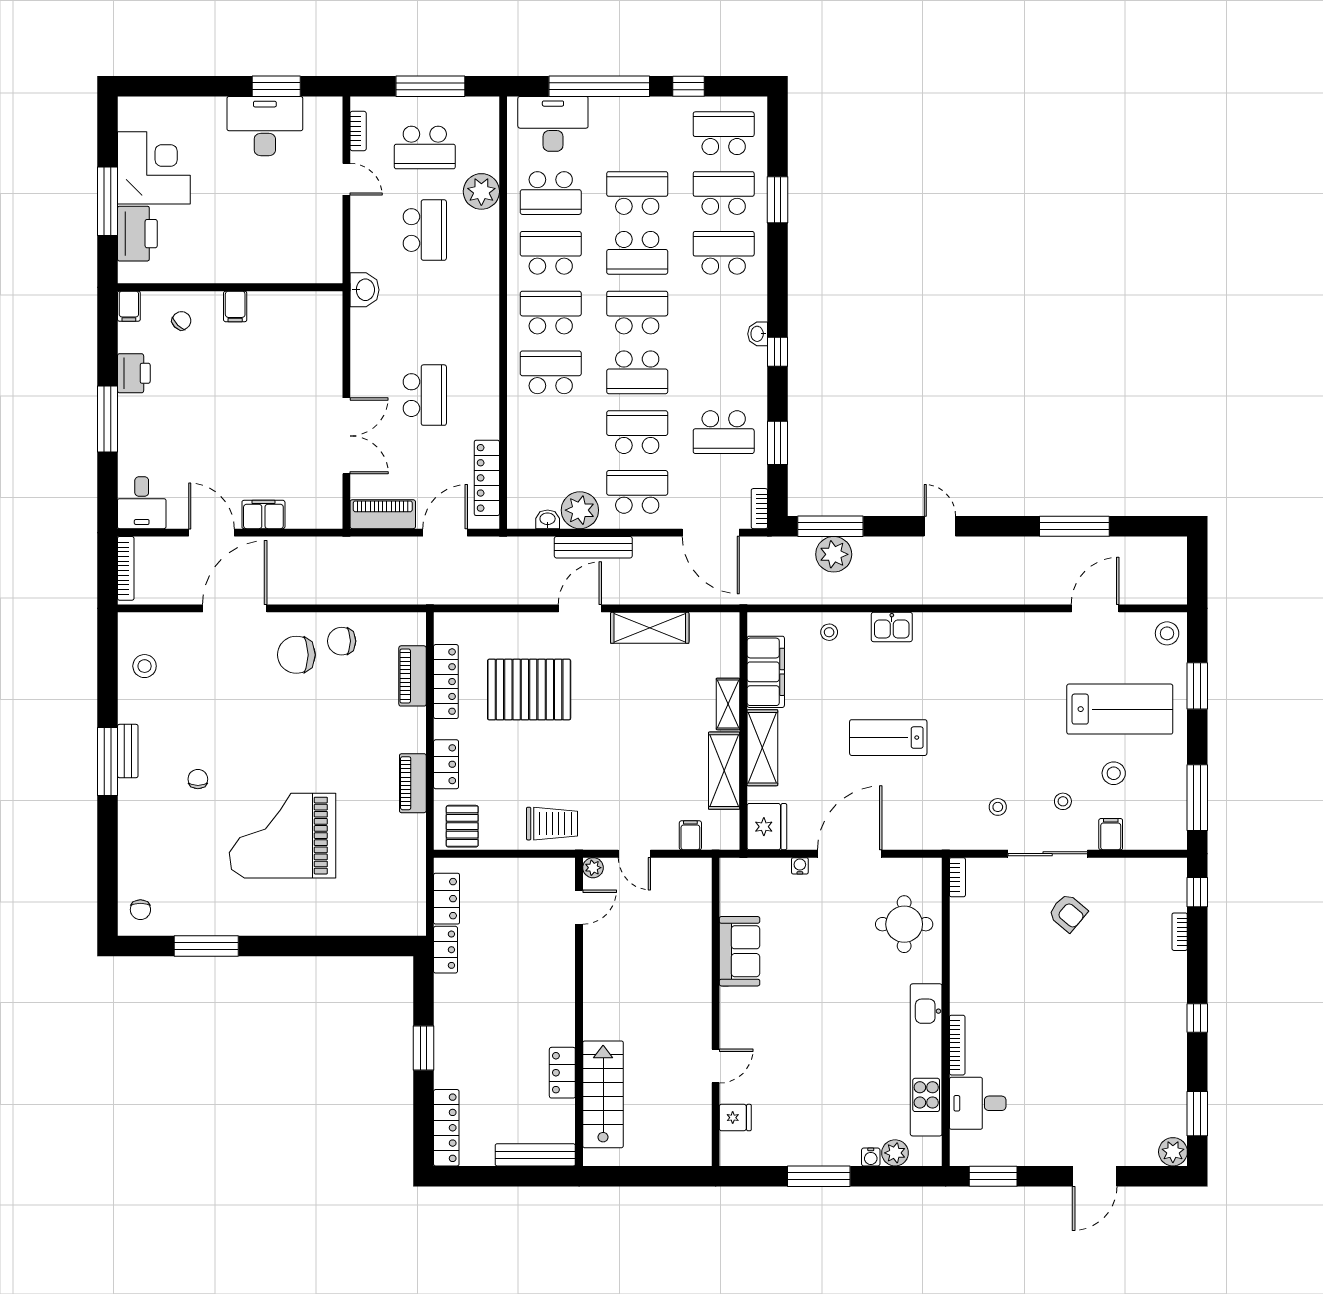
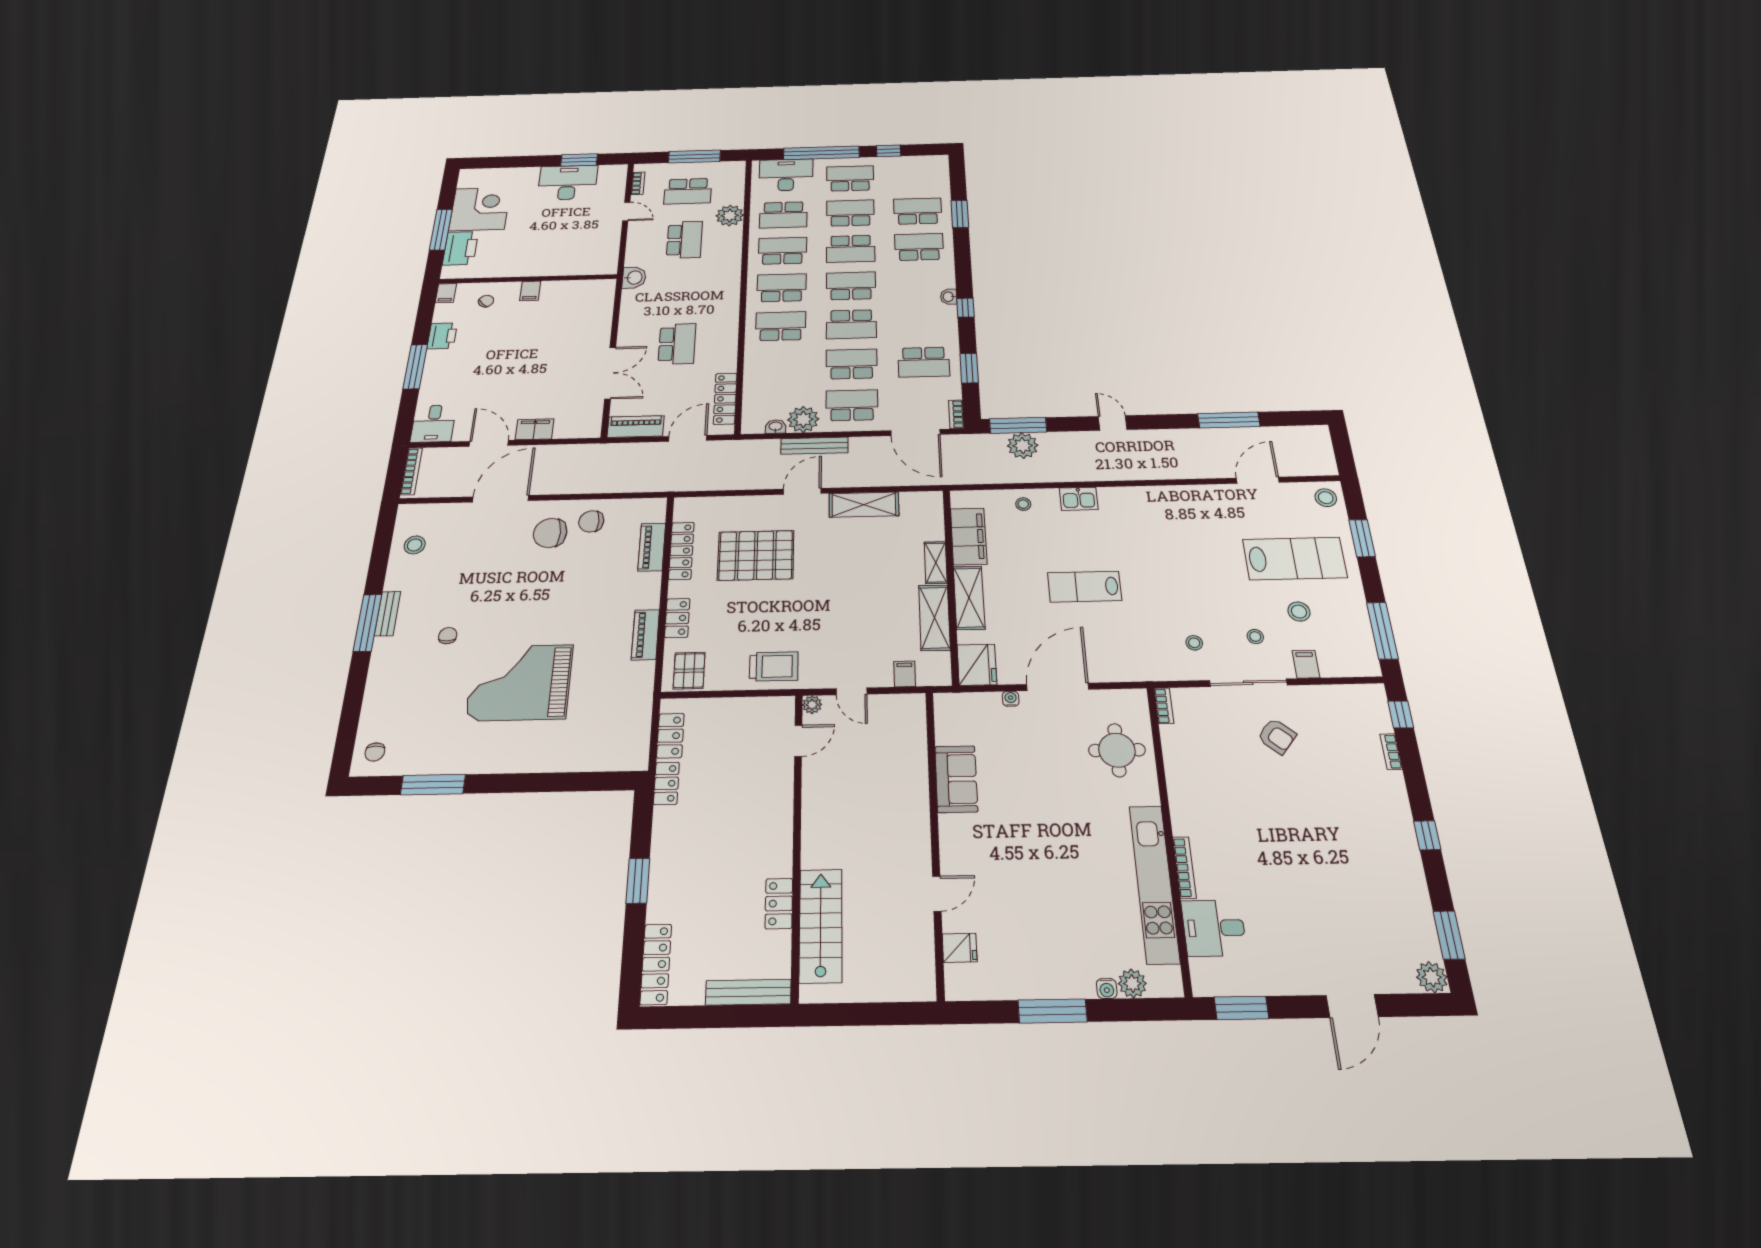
school desk: (724, 133) -> (850, 178), moved

